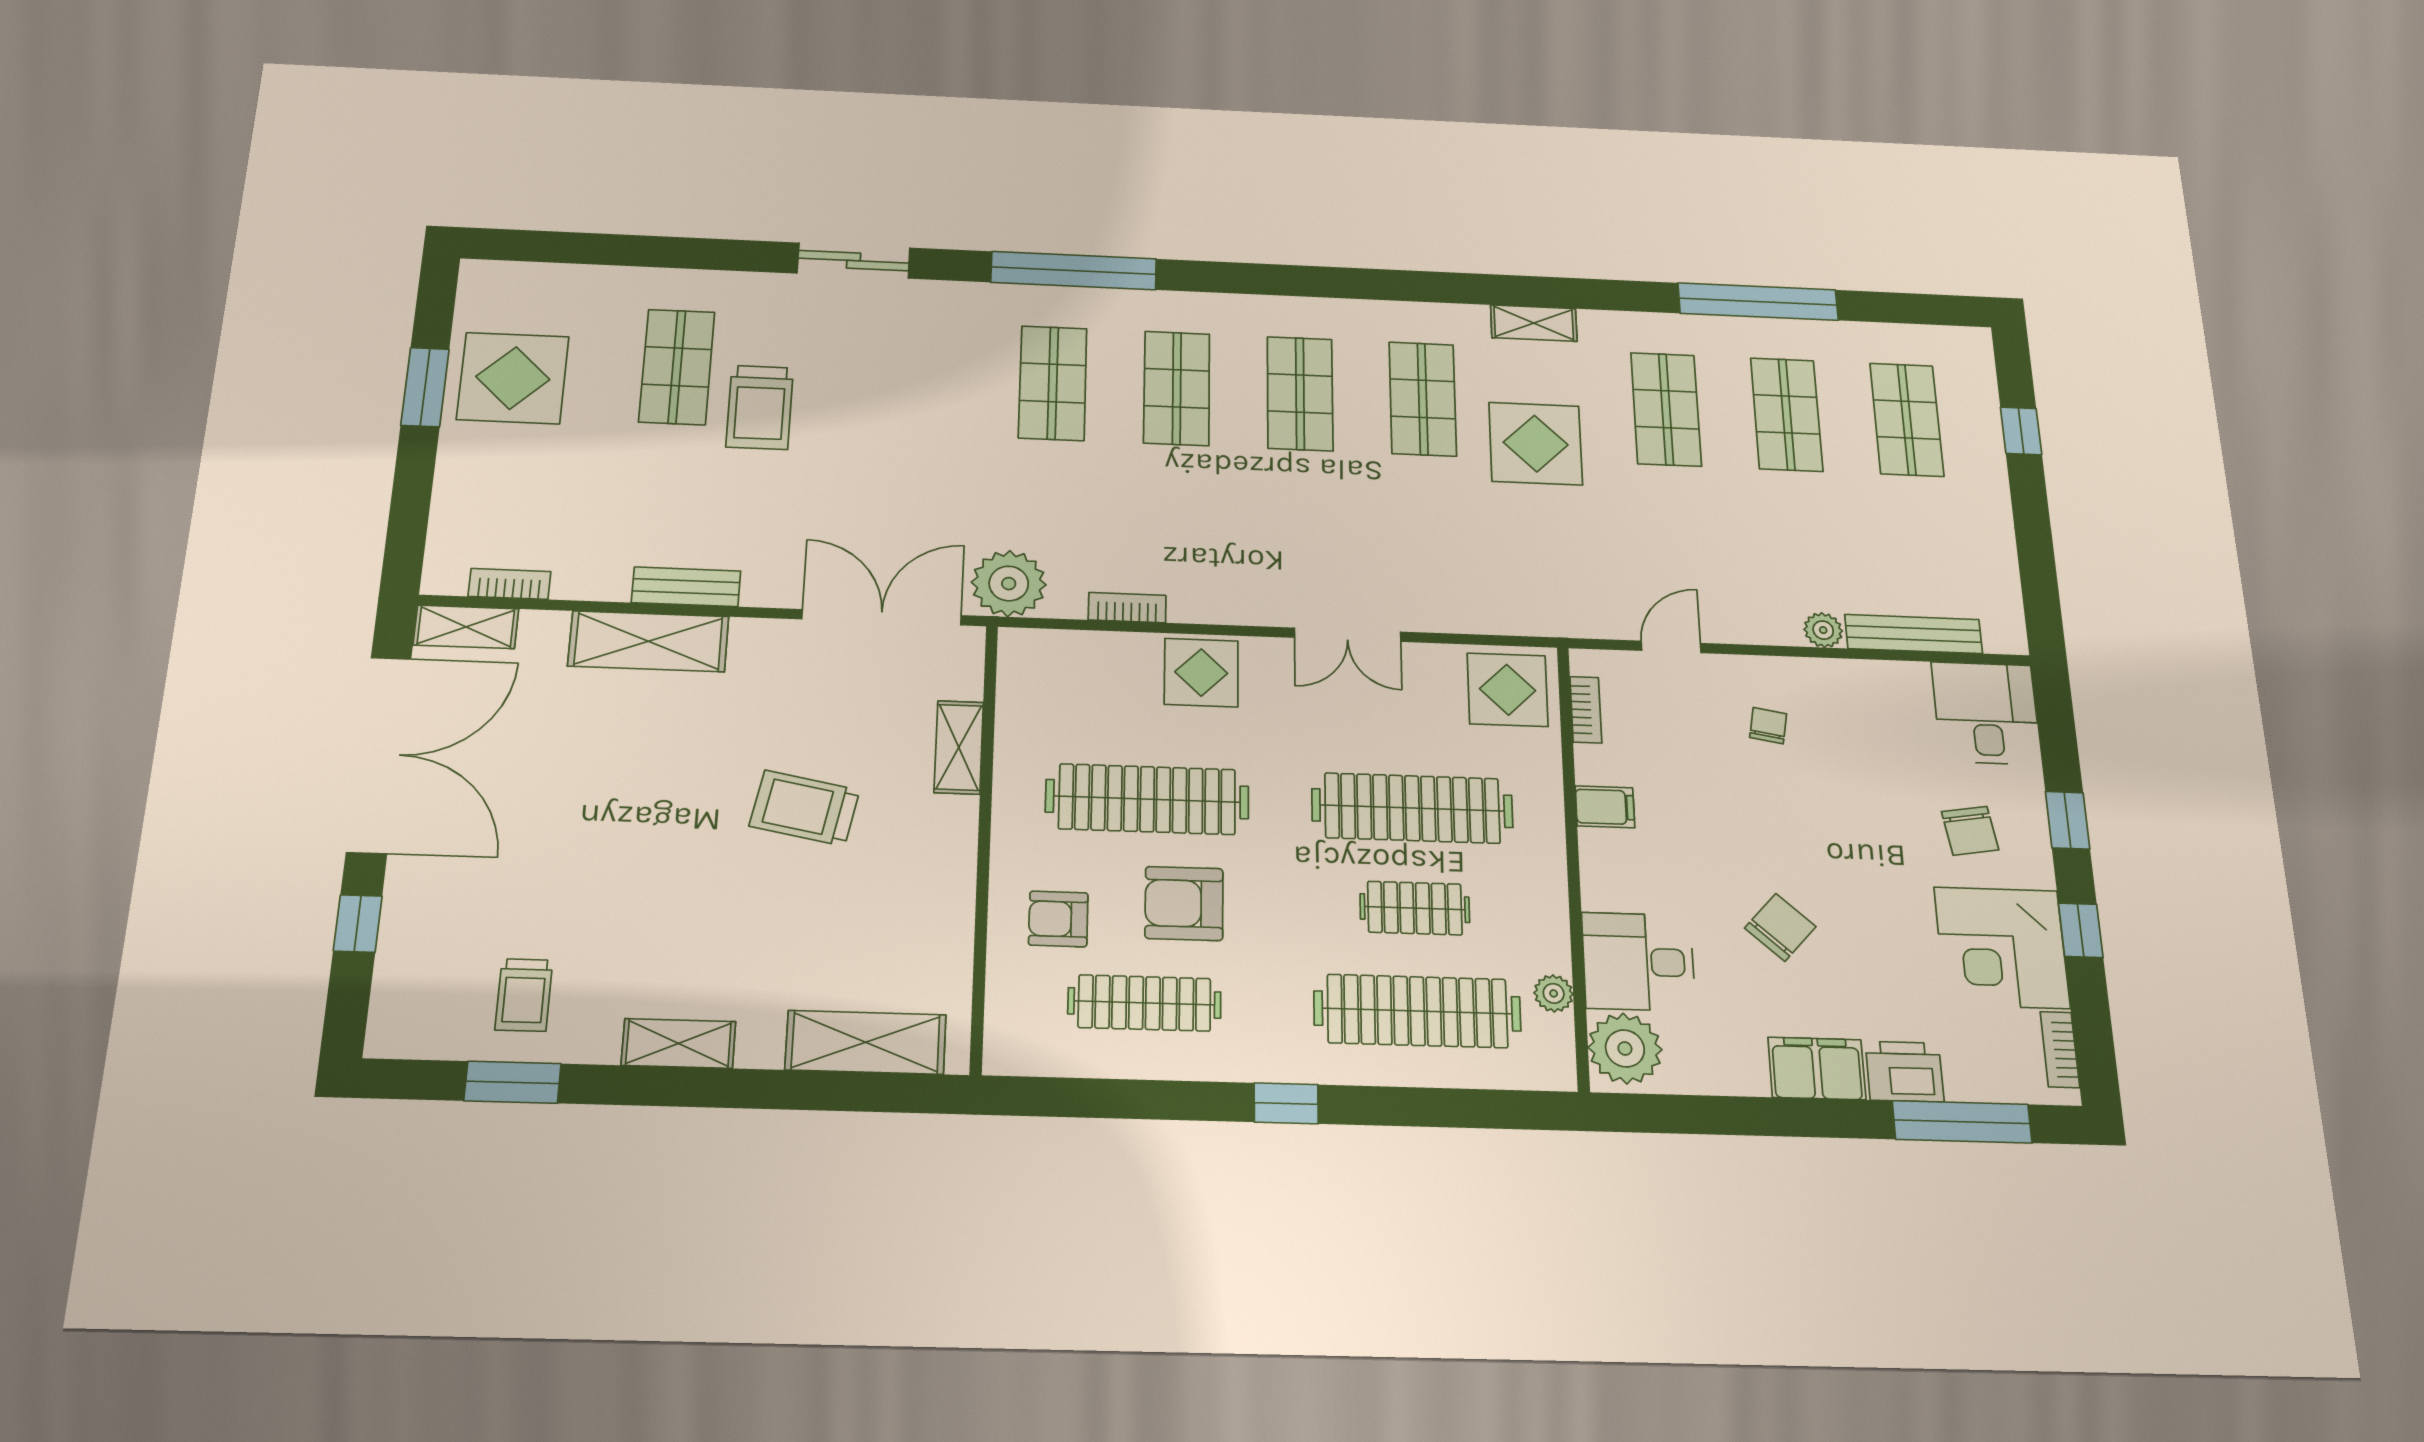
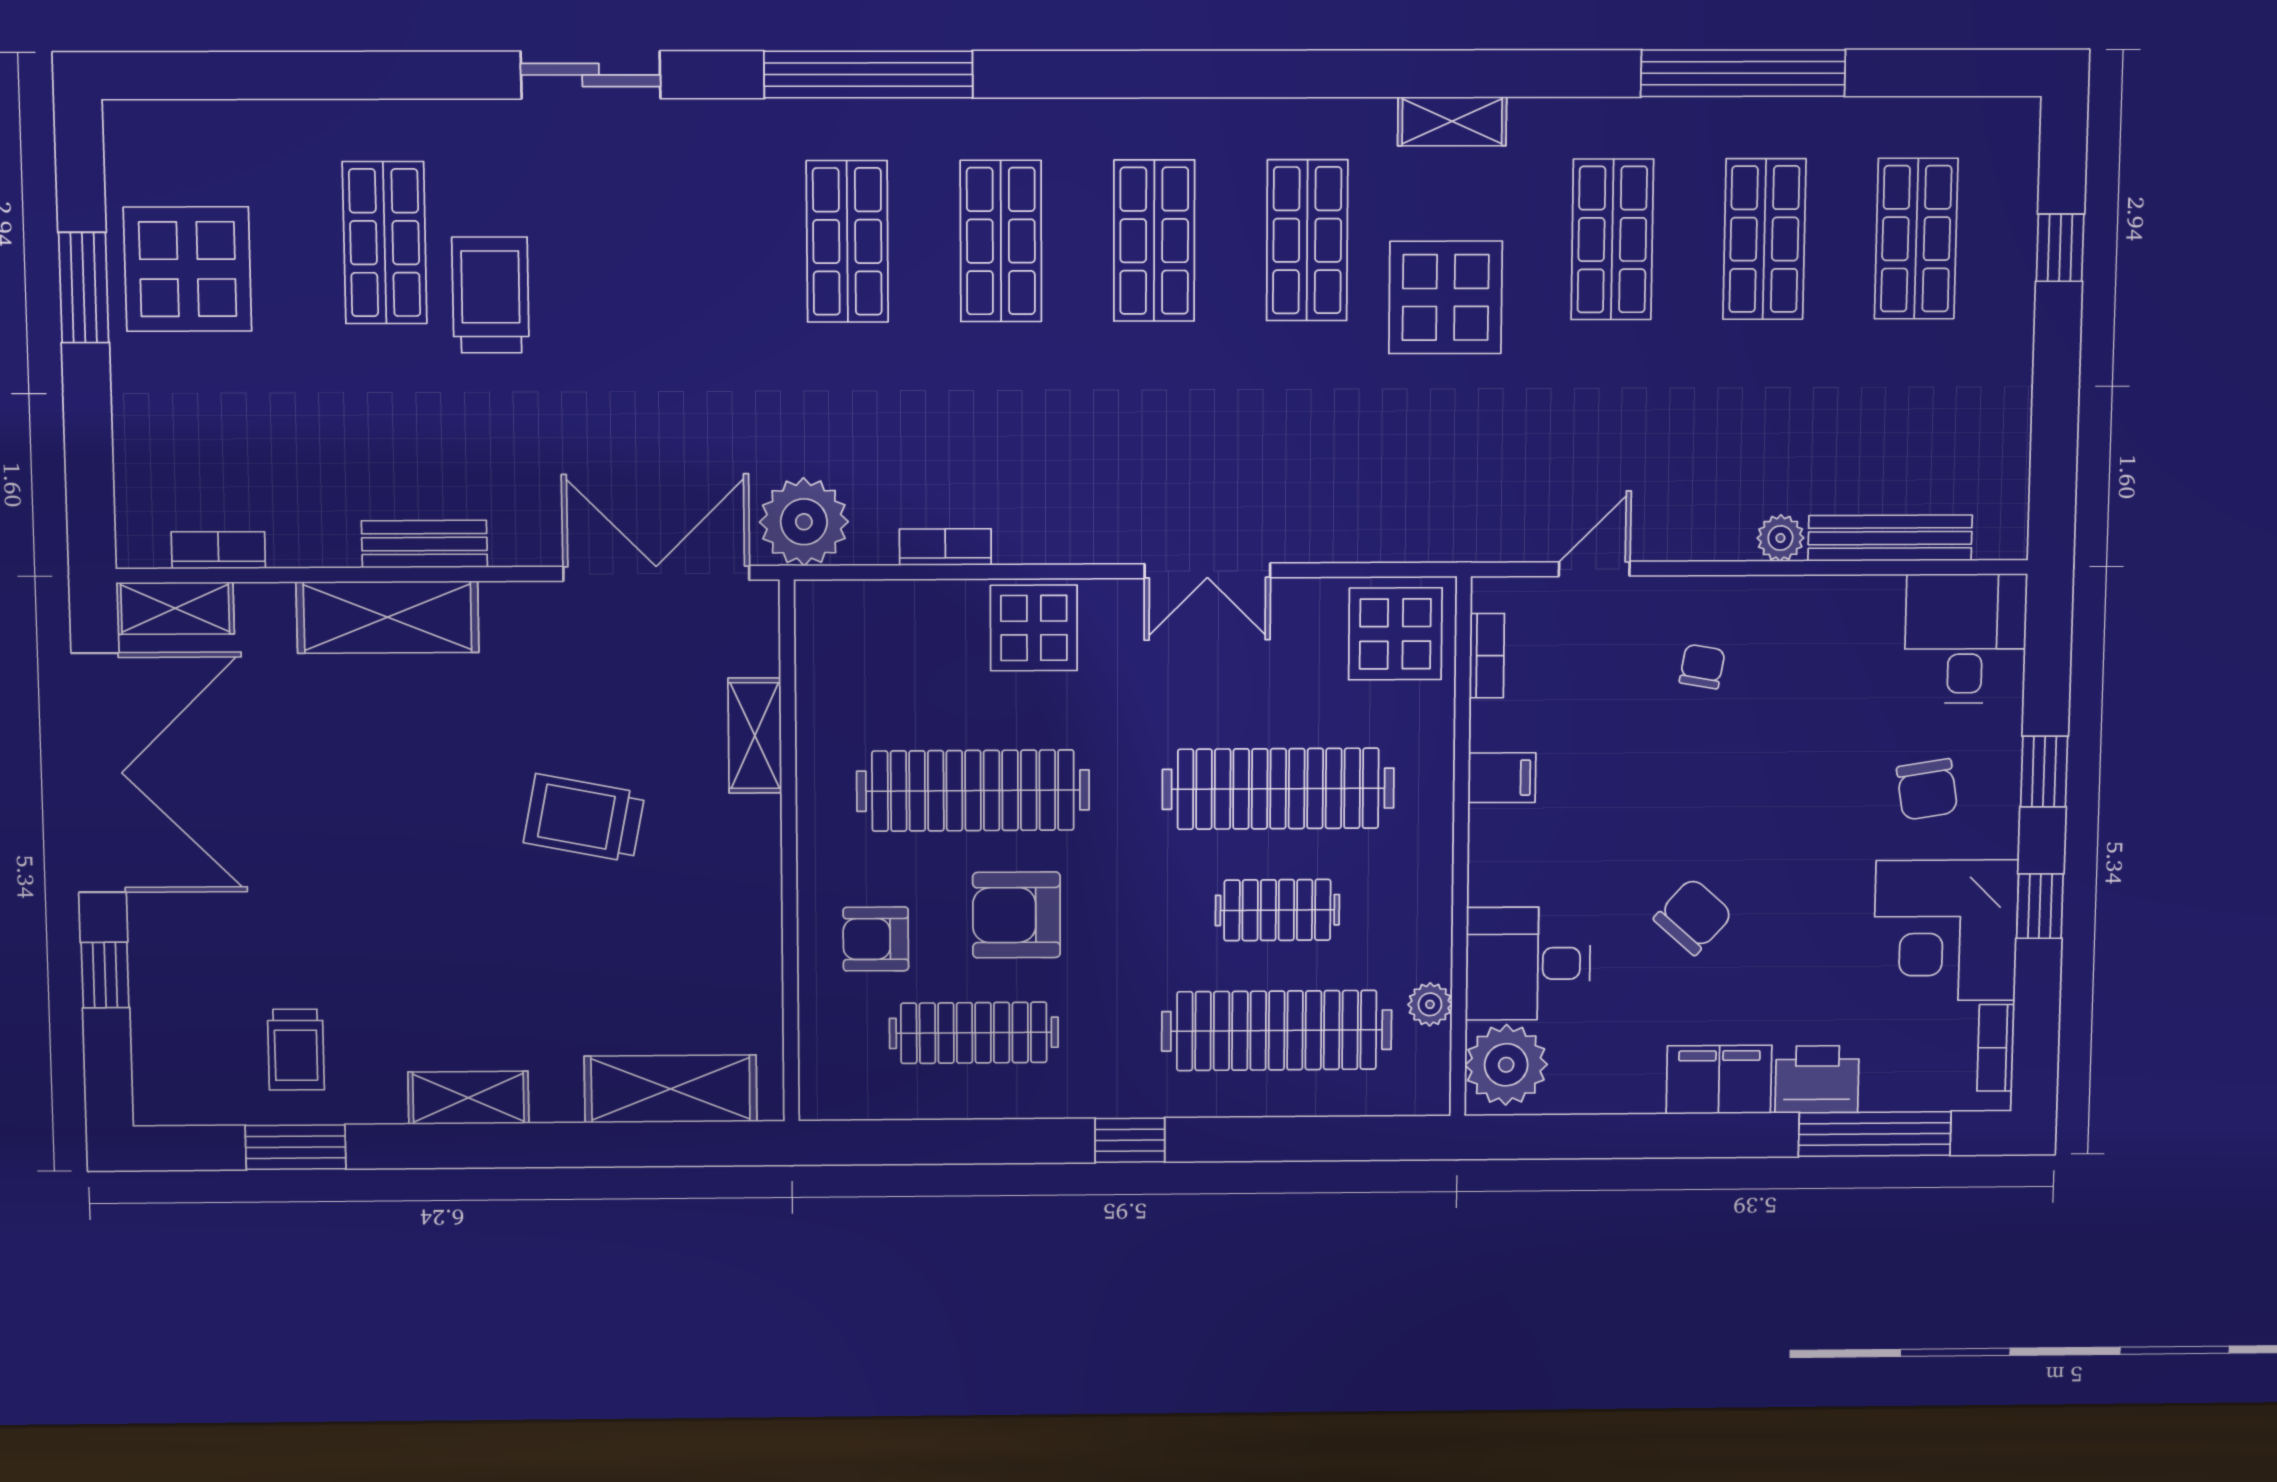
trolley: (760, 407) -> (491, 295), turned 180

